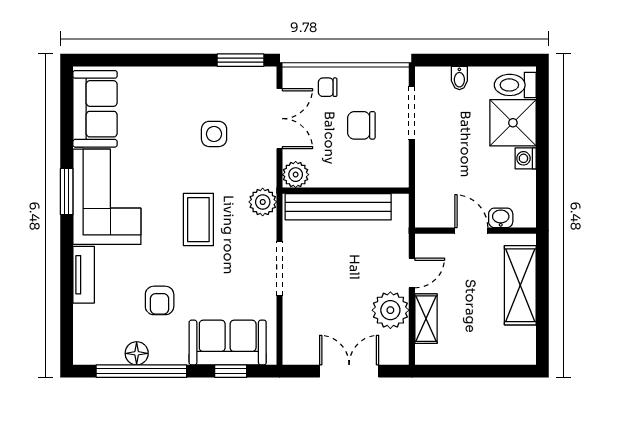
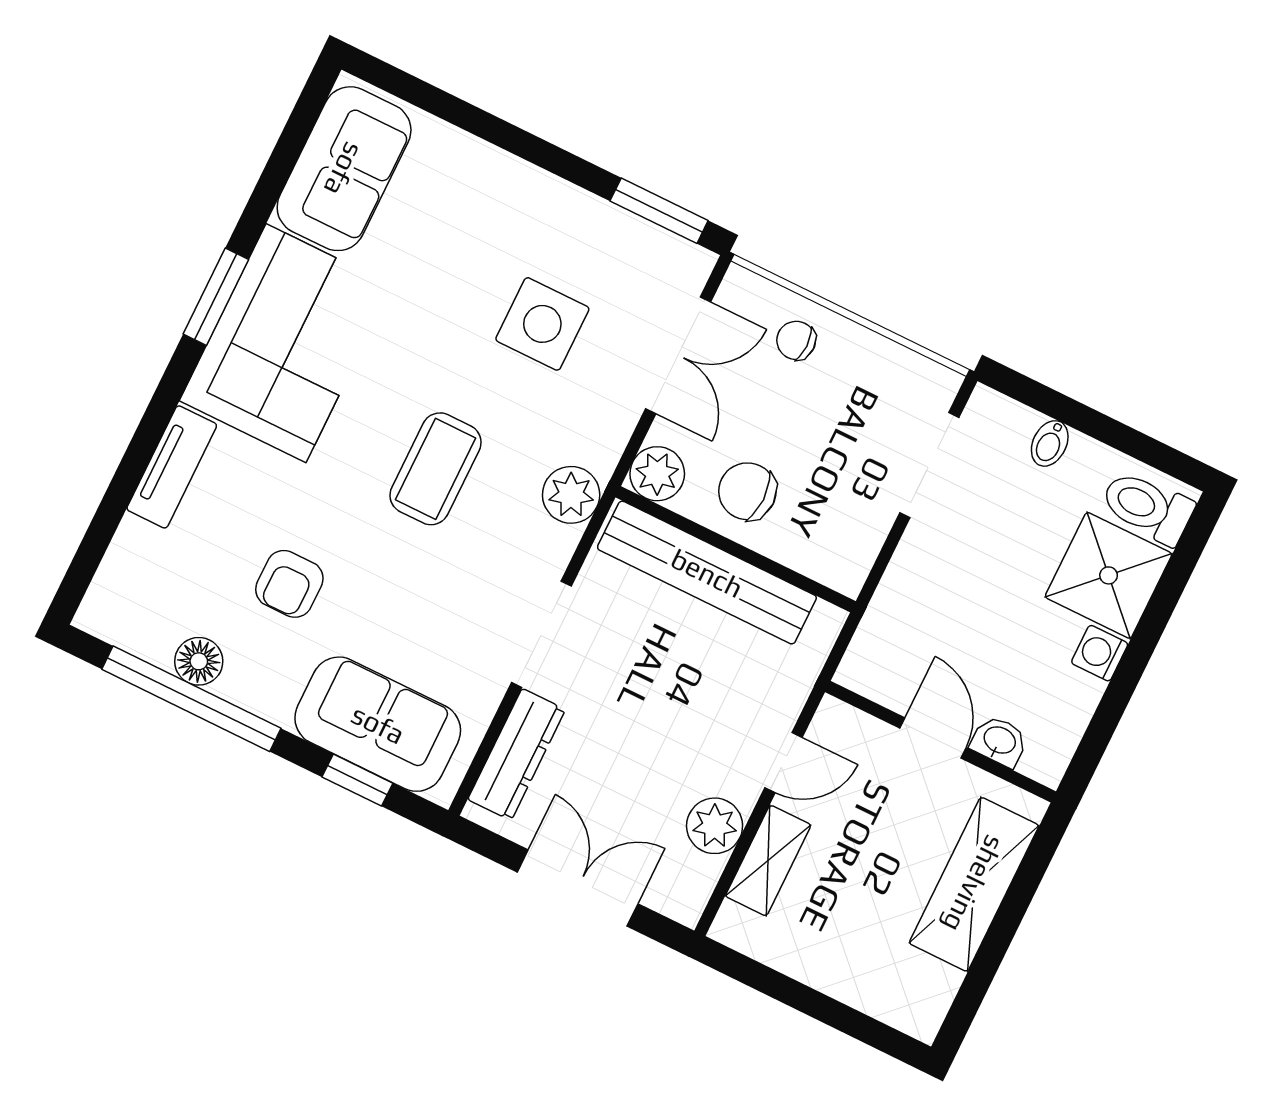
chair: (361, 125) -> (747, 491), moved
side table: (214, 134) -> (542, 324), width x1.37, depth x1.37
plant: (390, 310) -> (715, 826), width x0.73, depth x0.73
dresser: (294, 326) -> (517, 754), added

